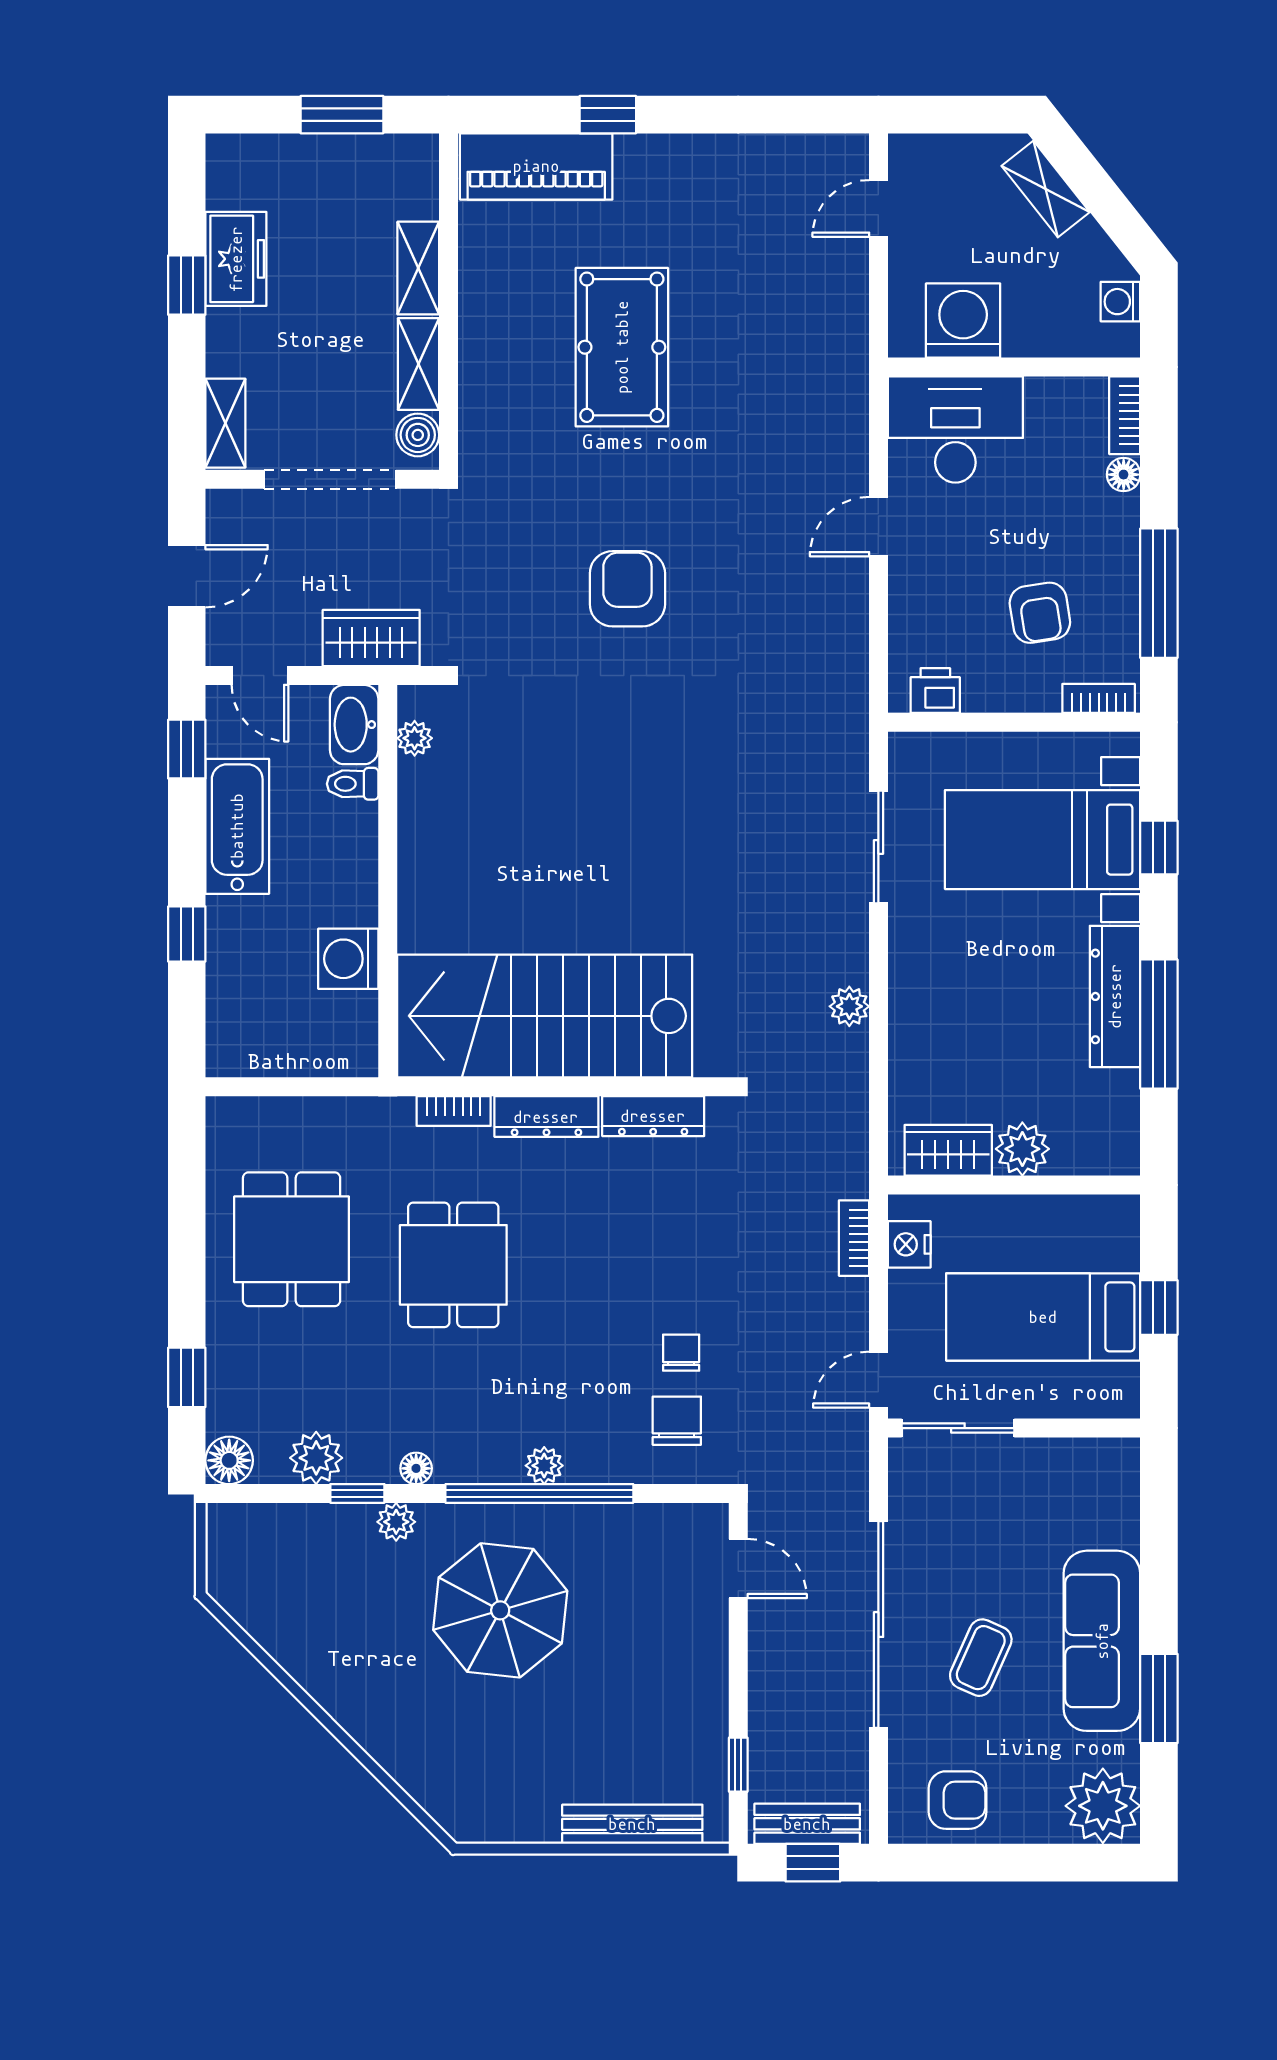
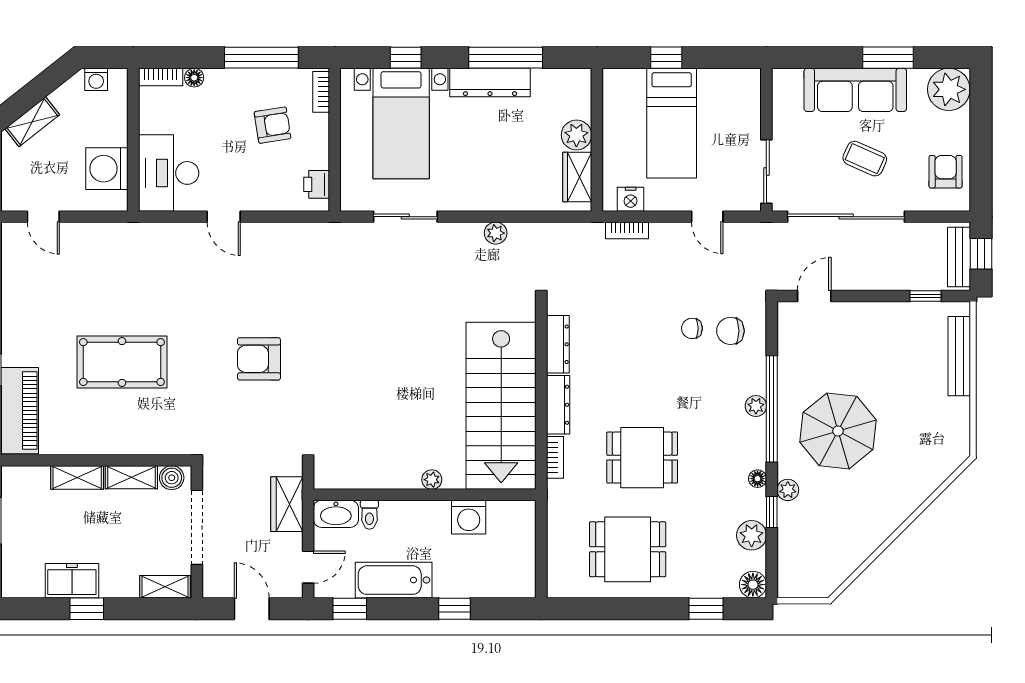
plant: (415, 738) -> (432, 480), moved
sliding door: (958, 1428) -> (766, 172), moved
wall: (1014, 1428) -> (766, 140), moved

